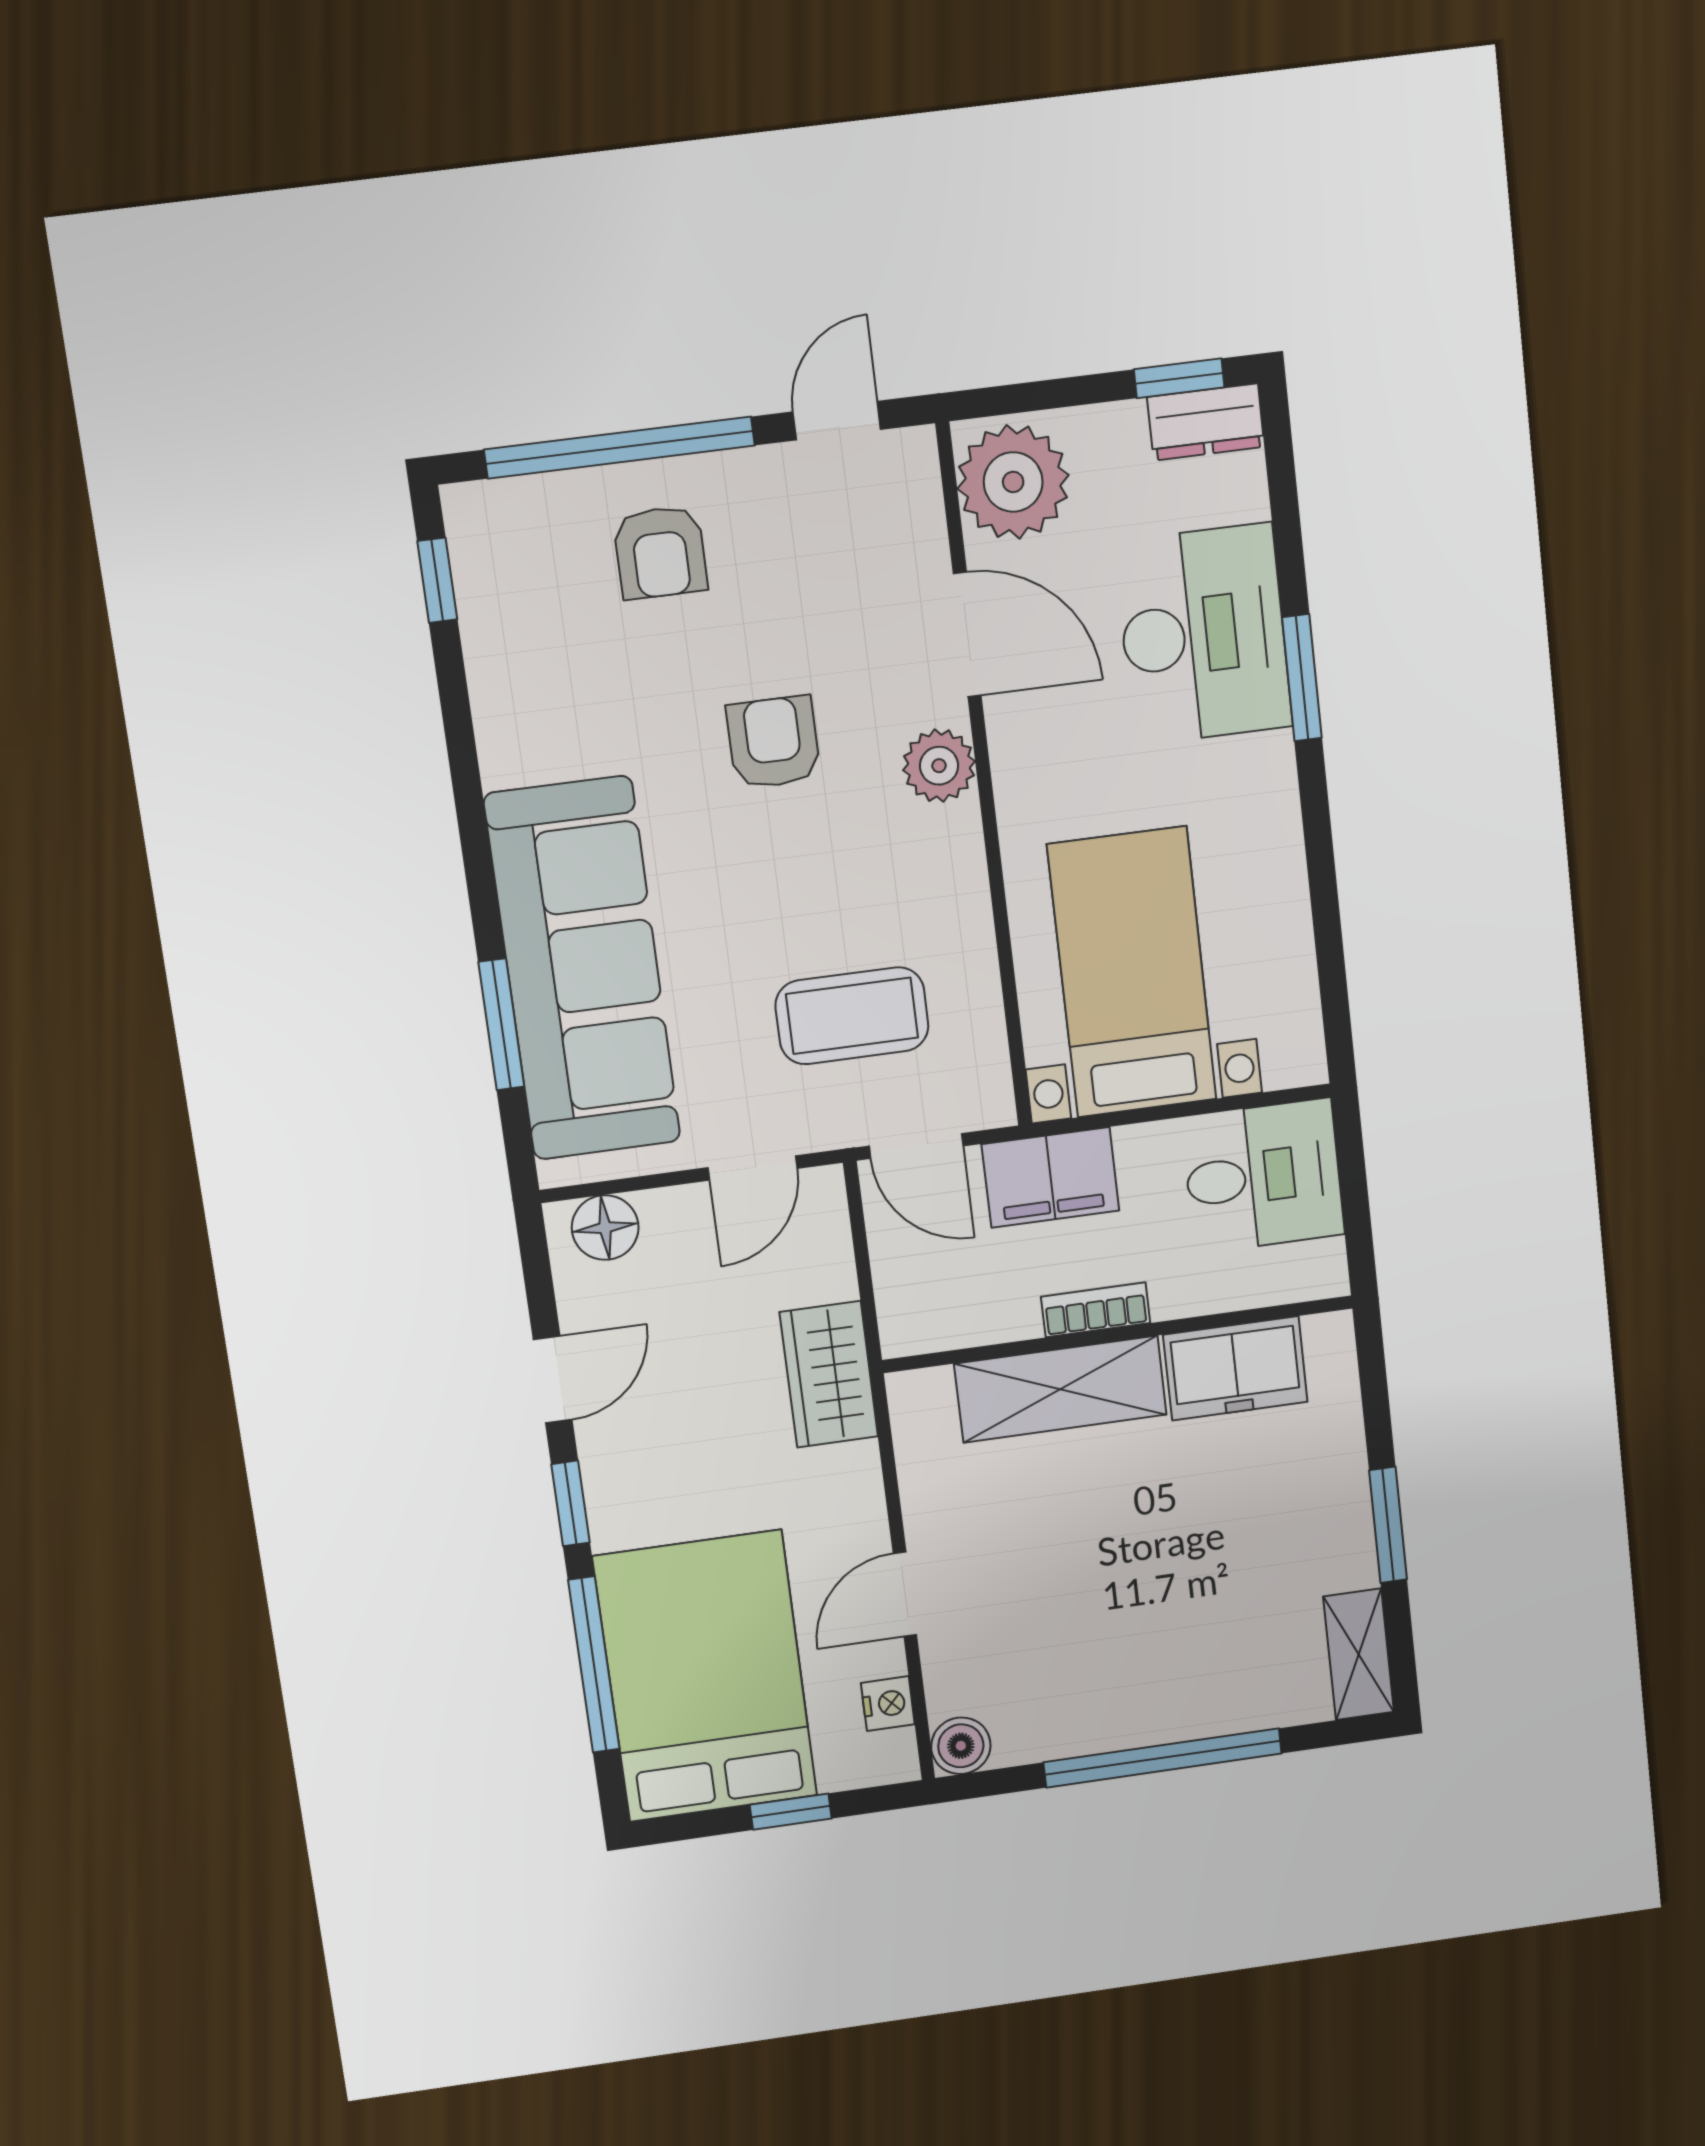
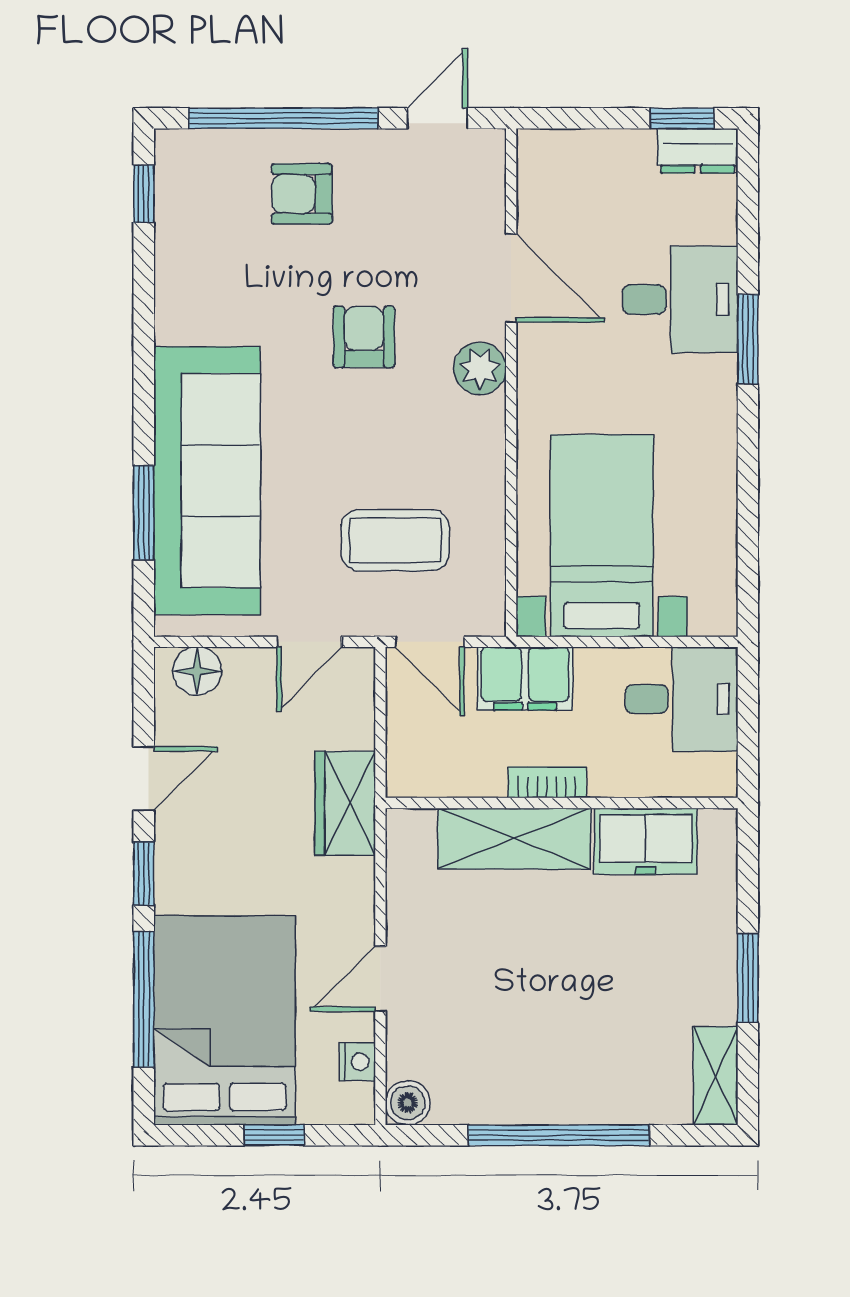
plant: (1013, 482) -> (556, 176), removed
armchair: (660, 552) -> (302, 194), turned 90
desk: (1203, 634) -> (680, 299), width x0.73

